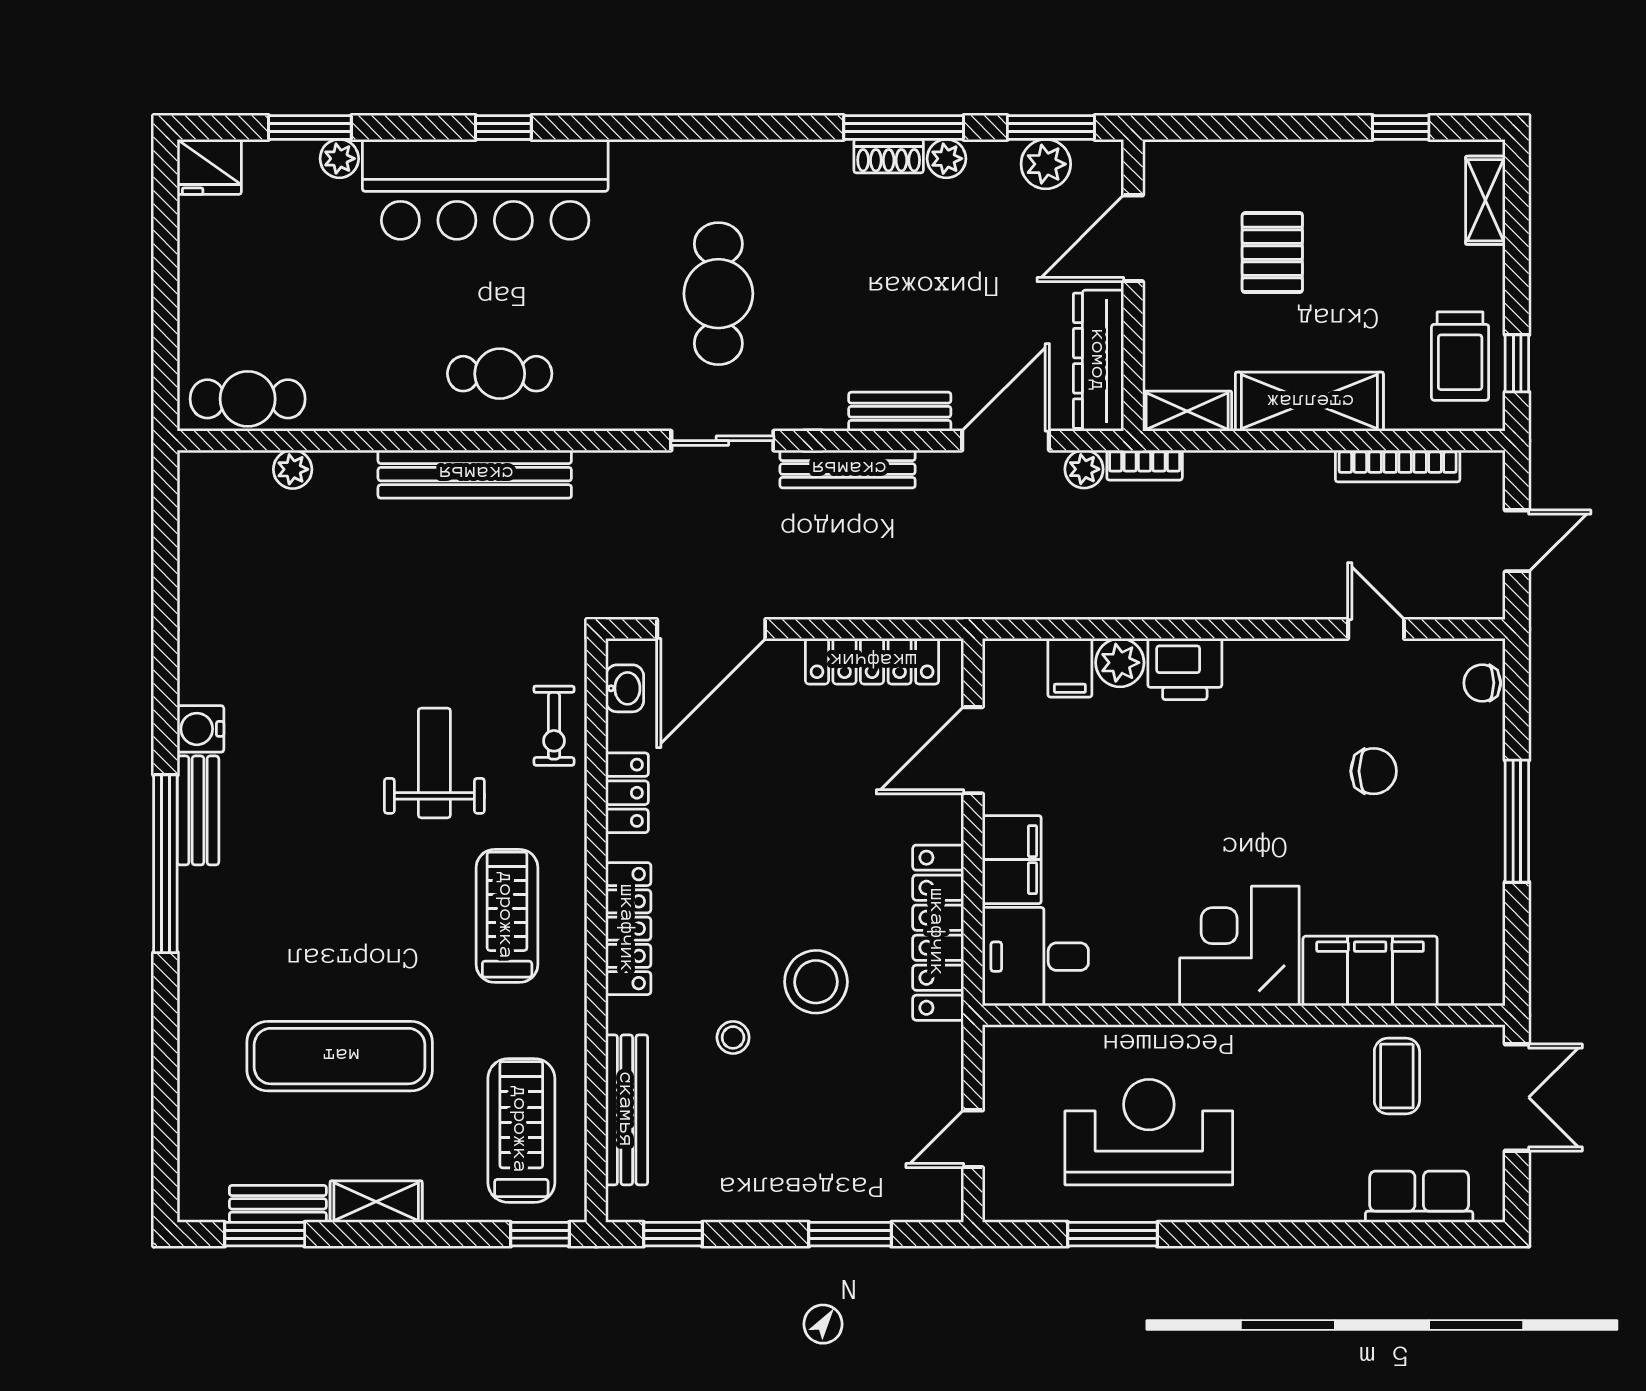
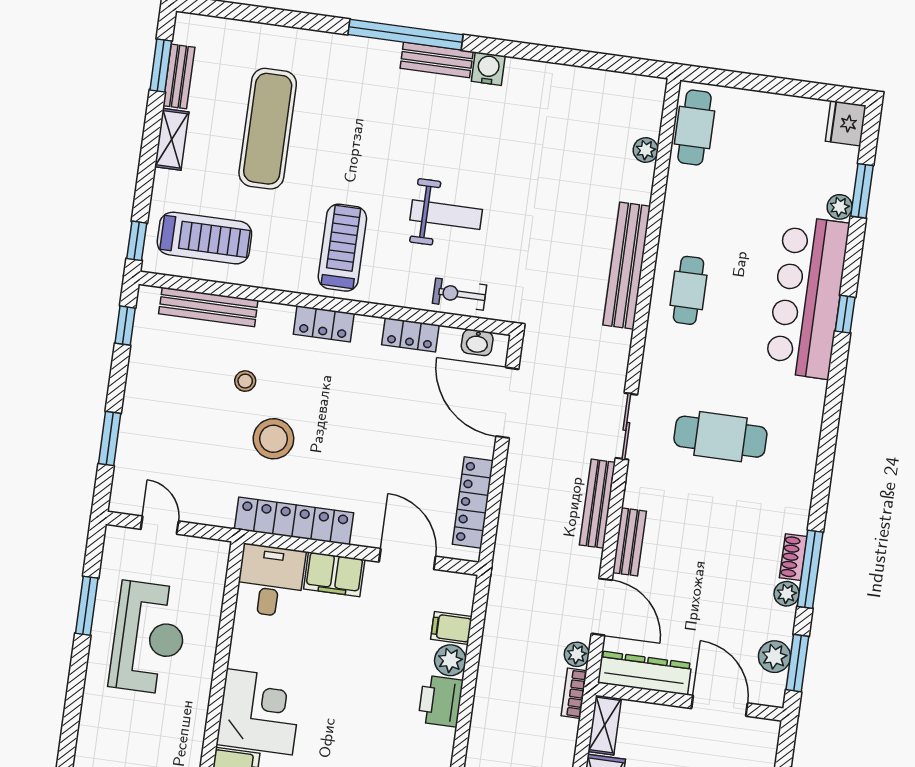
treadmill: (507, 916) -> (342, 248), turned -90
locker: (628, 929) -> (324, 324), width x0.66

